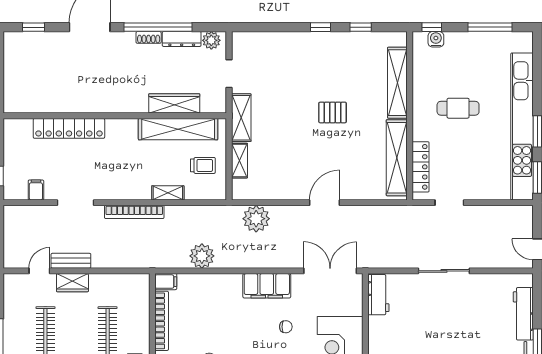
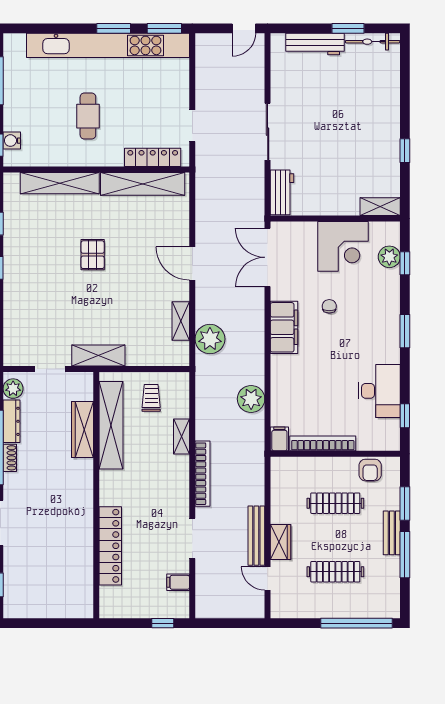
shelving: (239, 161) -> (181, 321), moved, turned 90
bench: (71, 261) -> (256, 536), width x1.36
workbench: (378, 295) -> (282, 192), moved, turned 90

